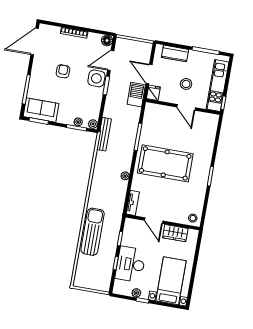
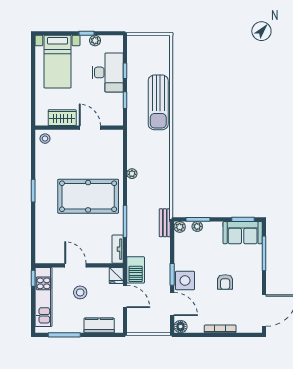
door: (111, 61) -> (172, 304), hinge flipped
bench: (104, 134) -> (165, 223), width x0.73
tv unit: (133, 203) -> (118, 249), moved

